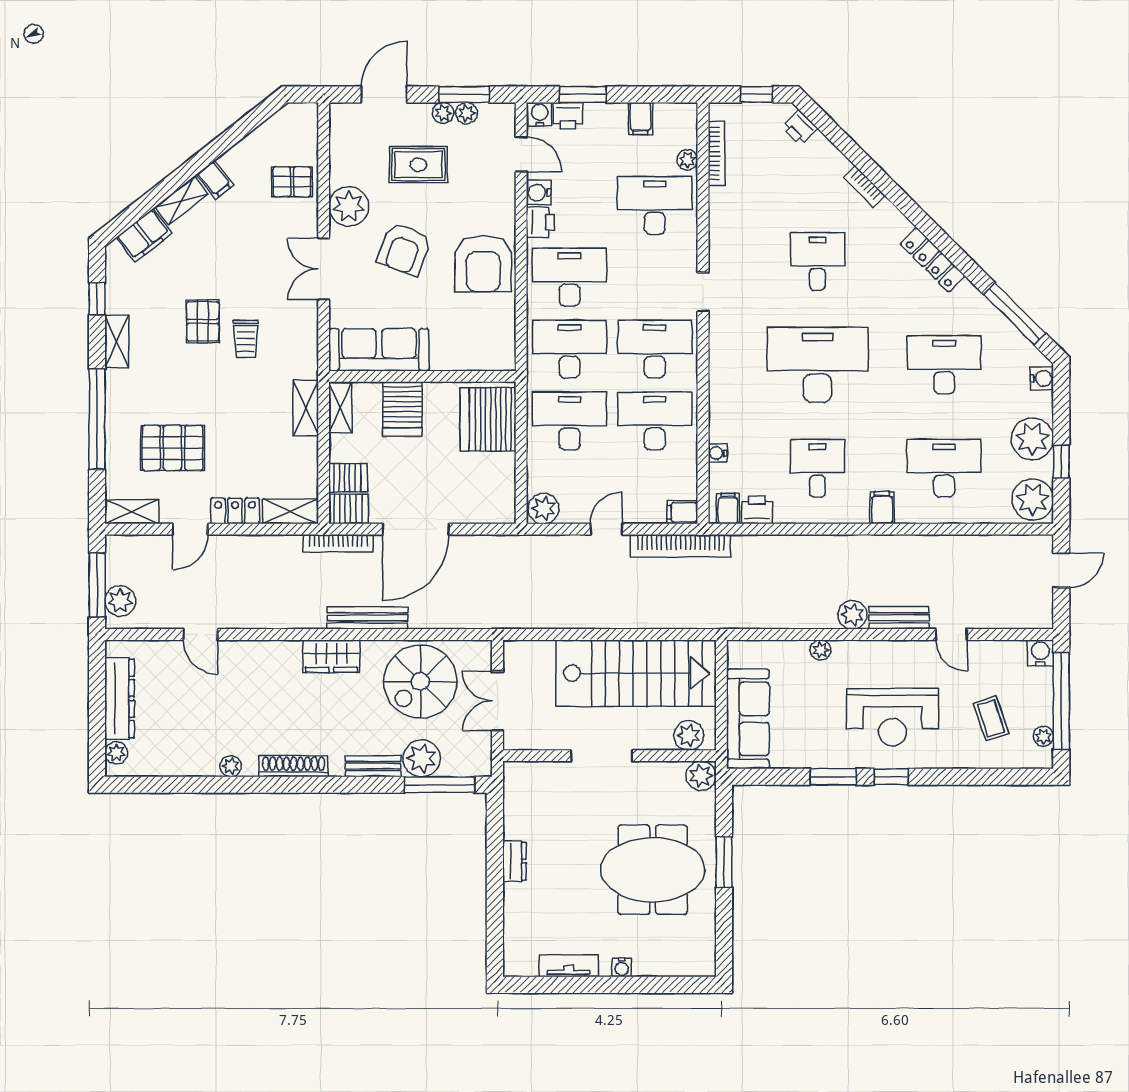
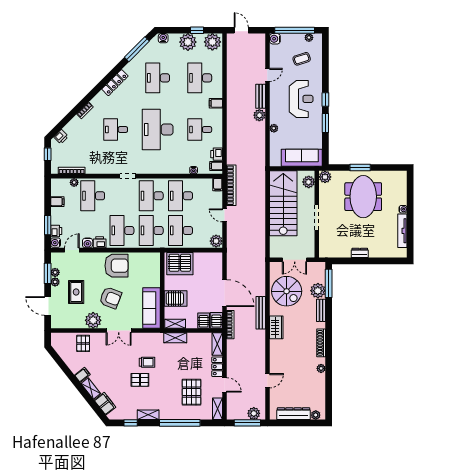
tv unit: (569, 966) -> (402, 231), width x1.41

